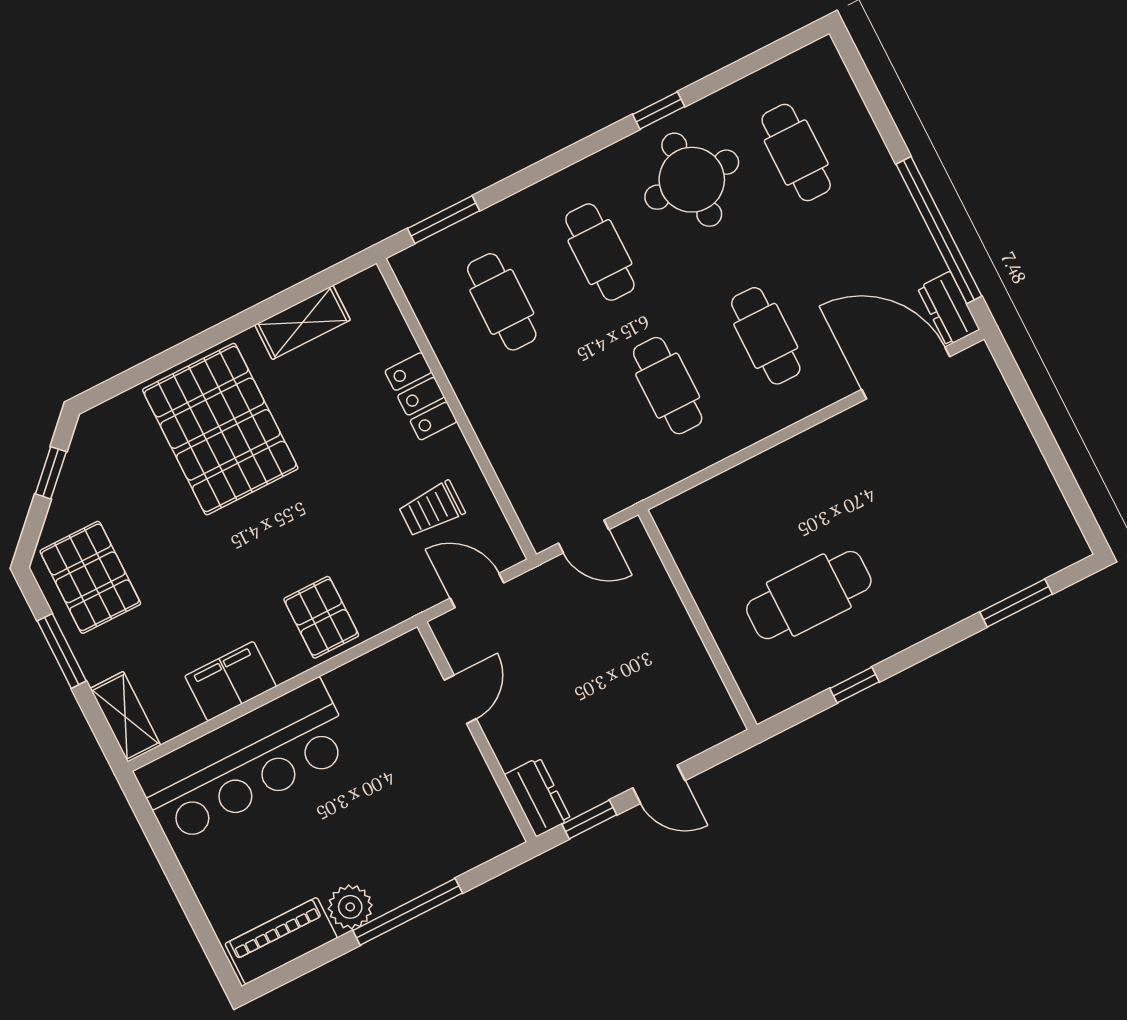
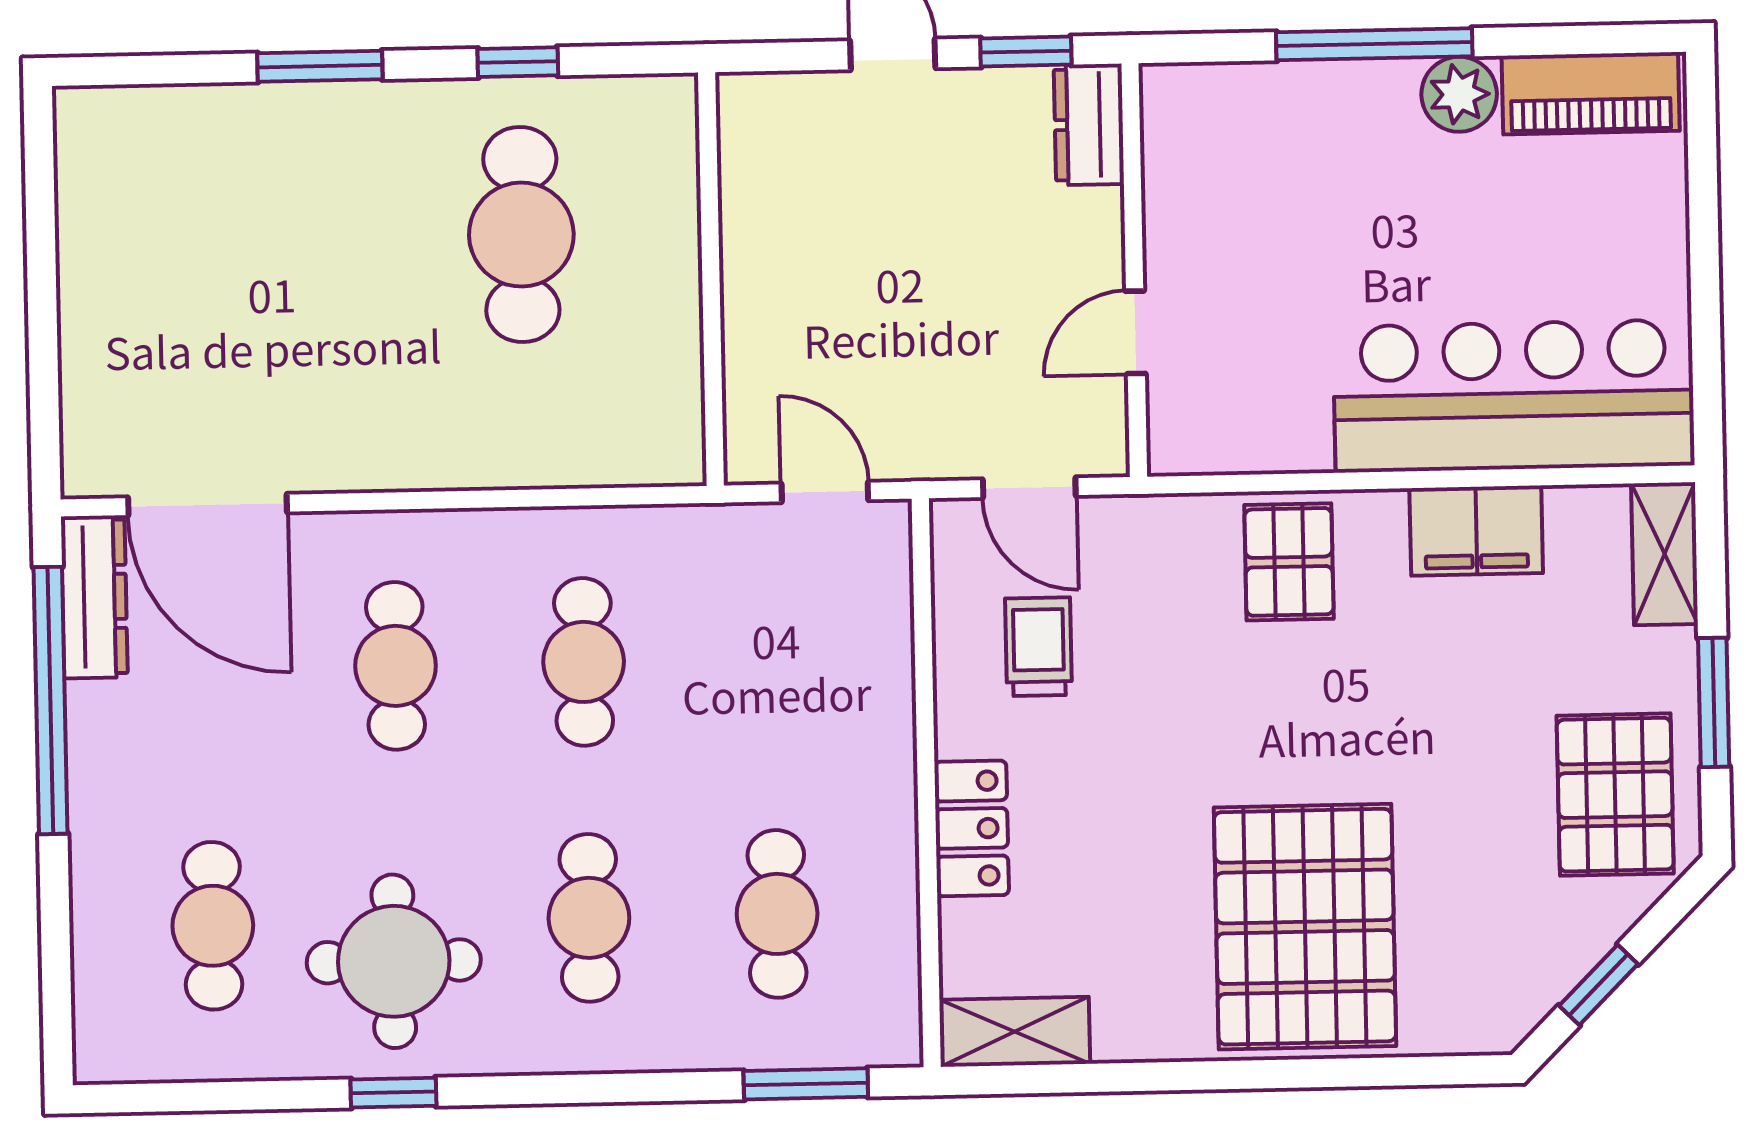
dresser: (949, 309) -> (94, 597), width x1.44
shelving: (303, 322) -> (1015, 1032), moved
trolley: (432, 509) -> (1039, 647), turned -90
cafe table: (809, 595) -> (521, 235), turned 90
window: (1016, 603) -> (320, 66), moved

